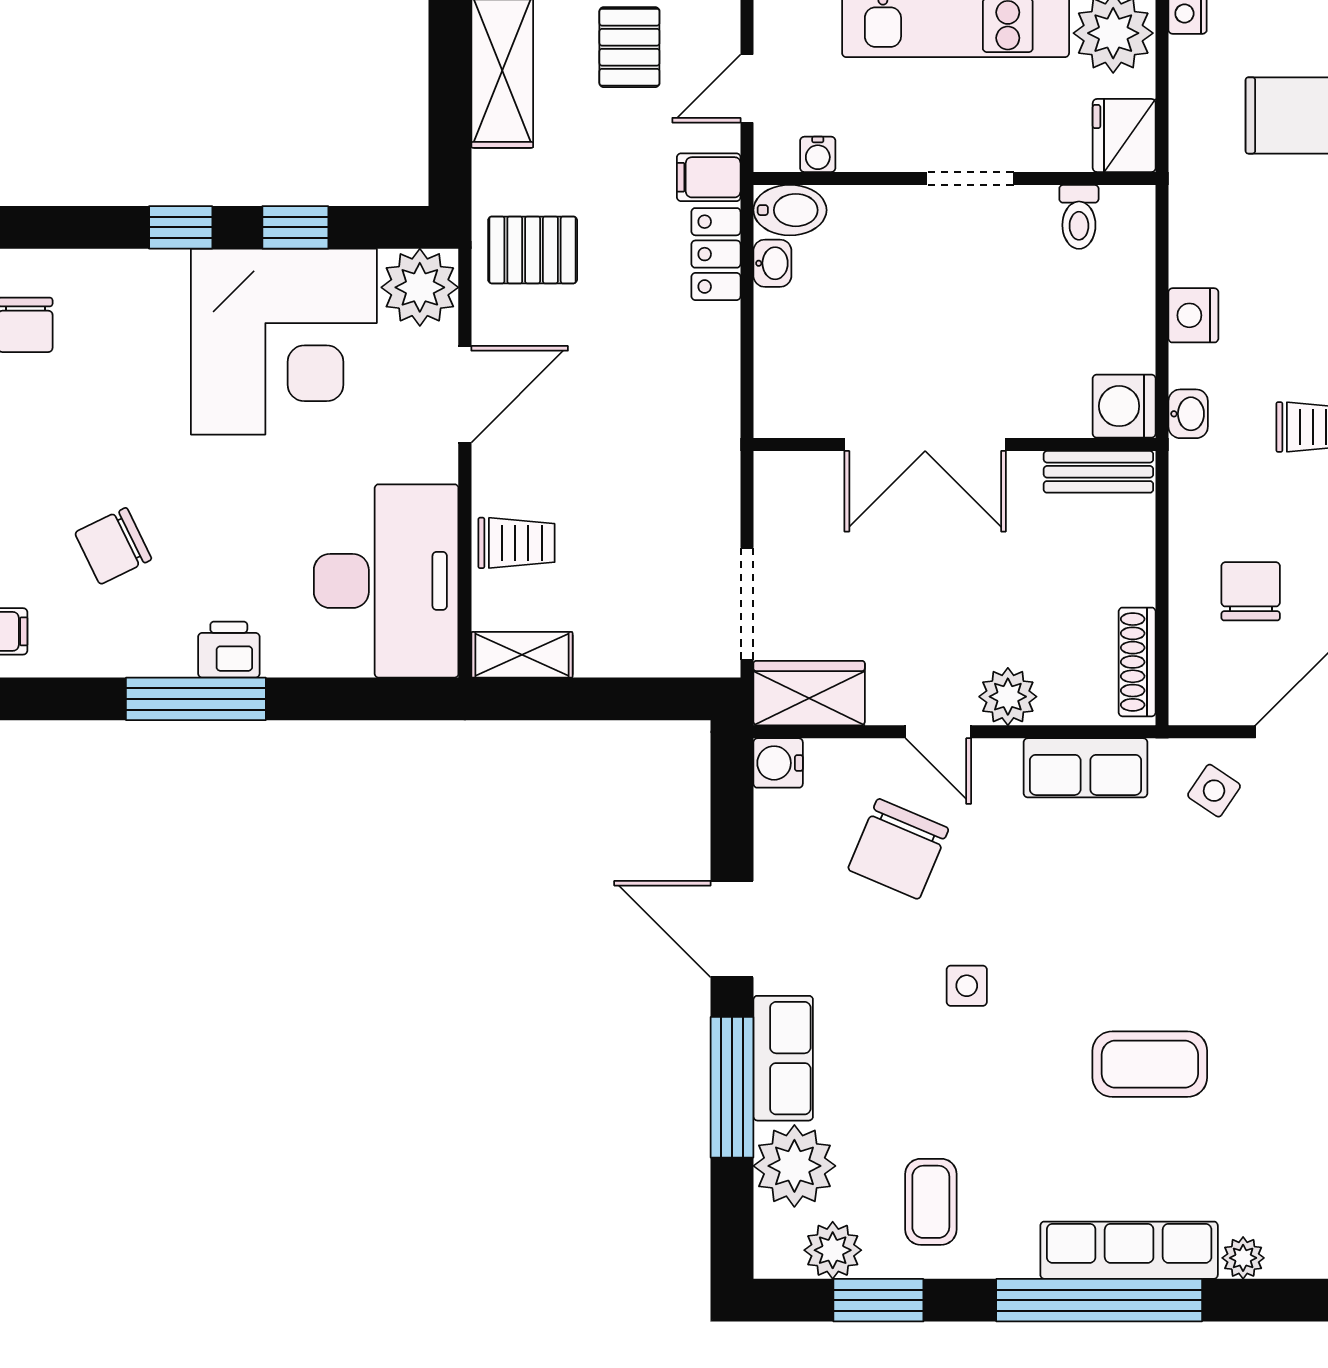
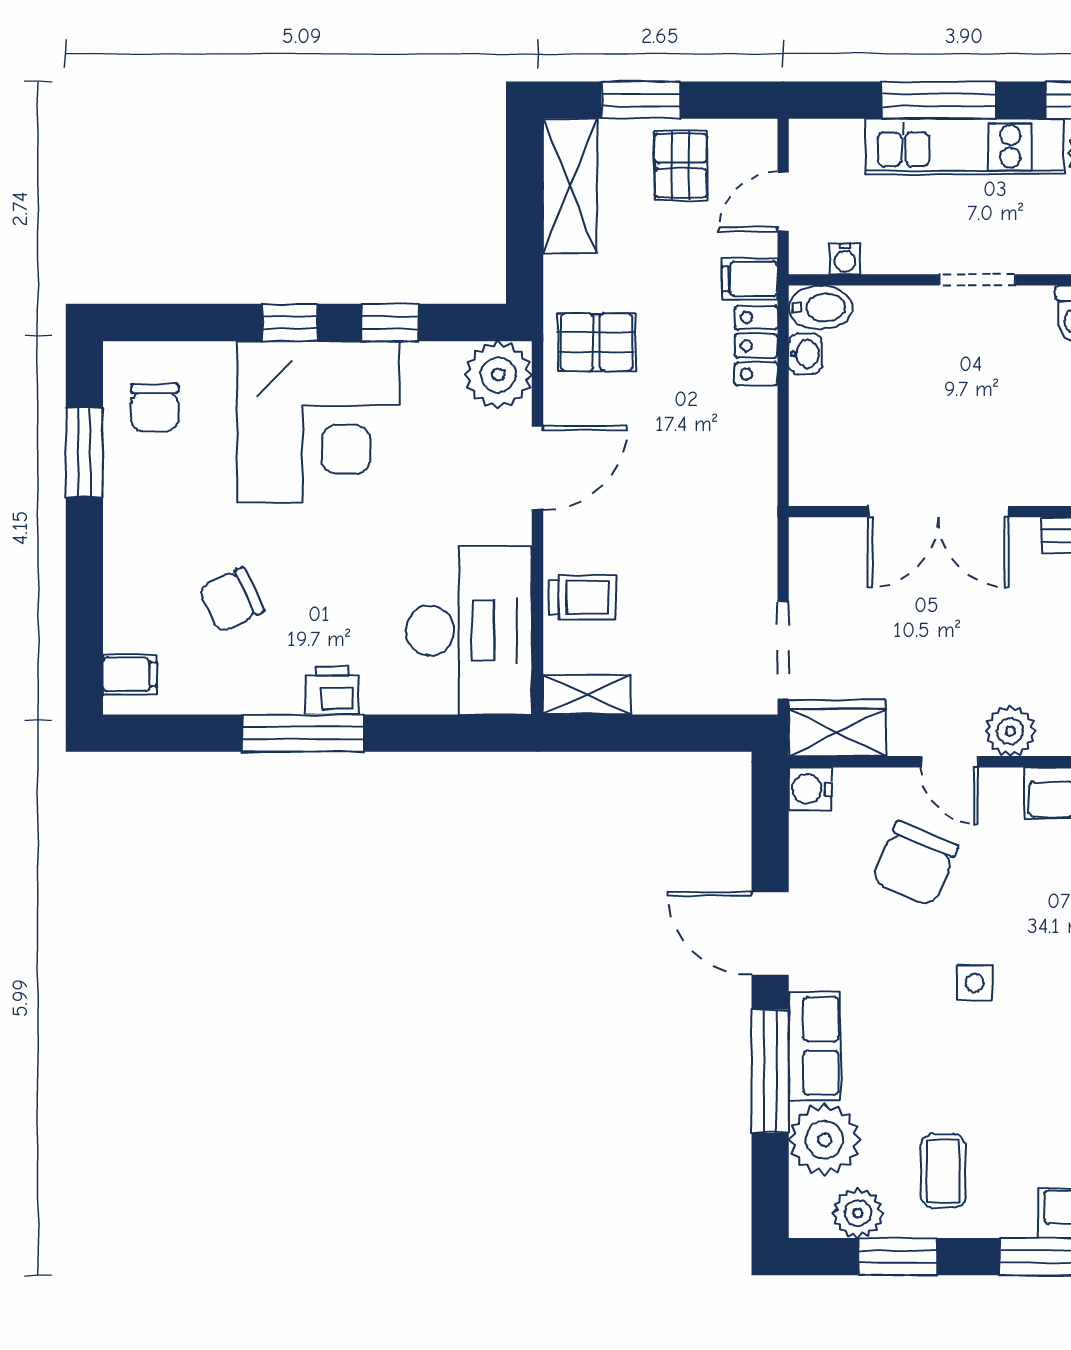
corner desk: (284, 342) -> (319, 422), moved

